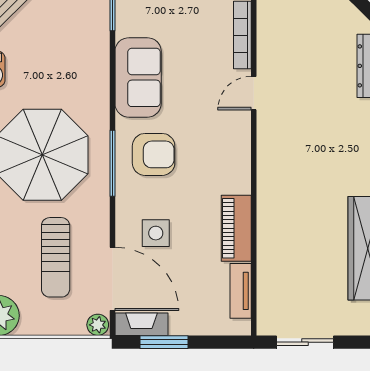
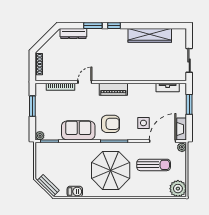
door: (254, 93) -> (85, 82), swing flipped
armchair: (154, 154) -> (110, 124), turned 90
piano: (236, 228) -> (113, 89), moved
window: (164, 342) -> (189, 104), moved

